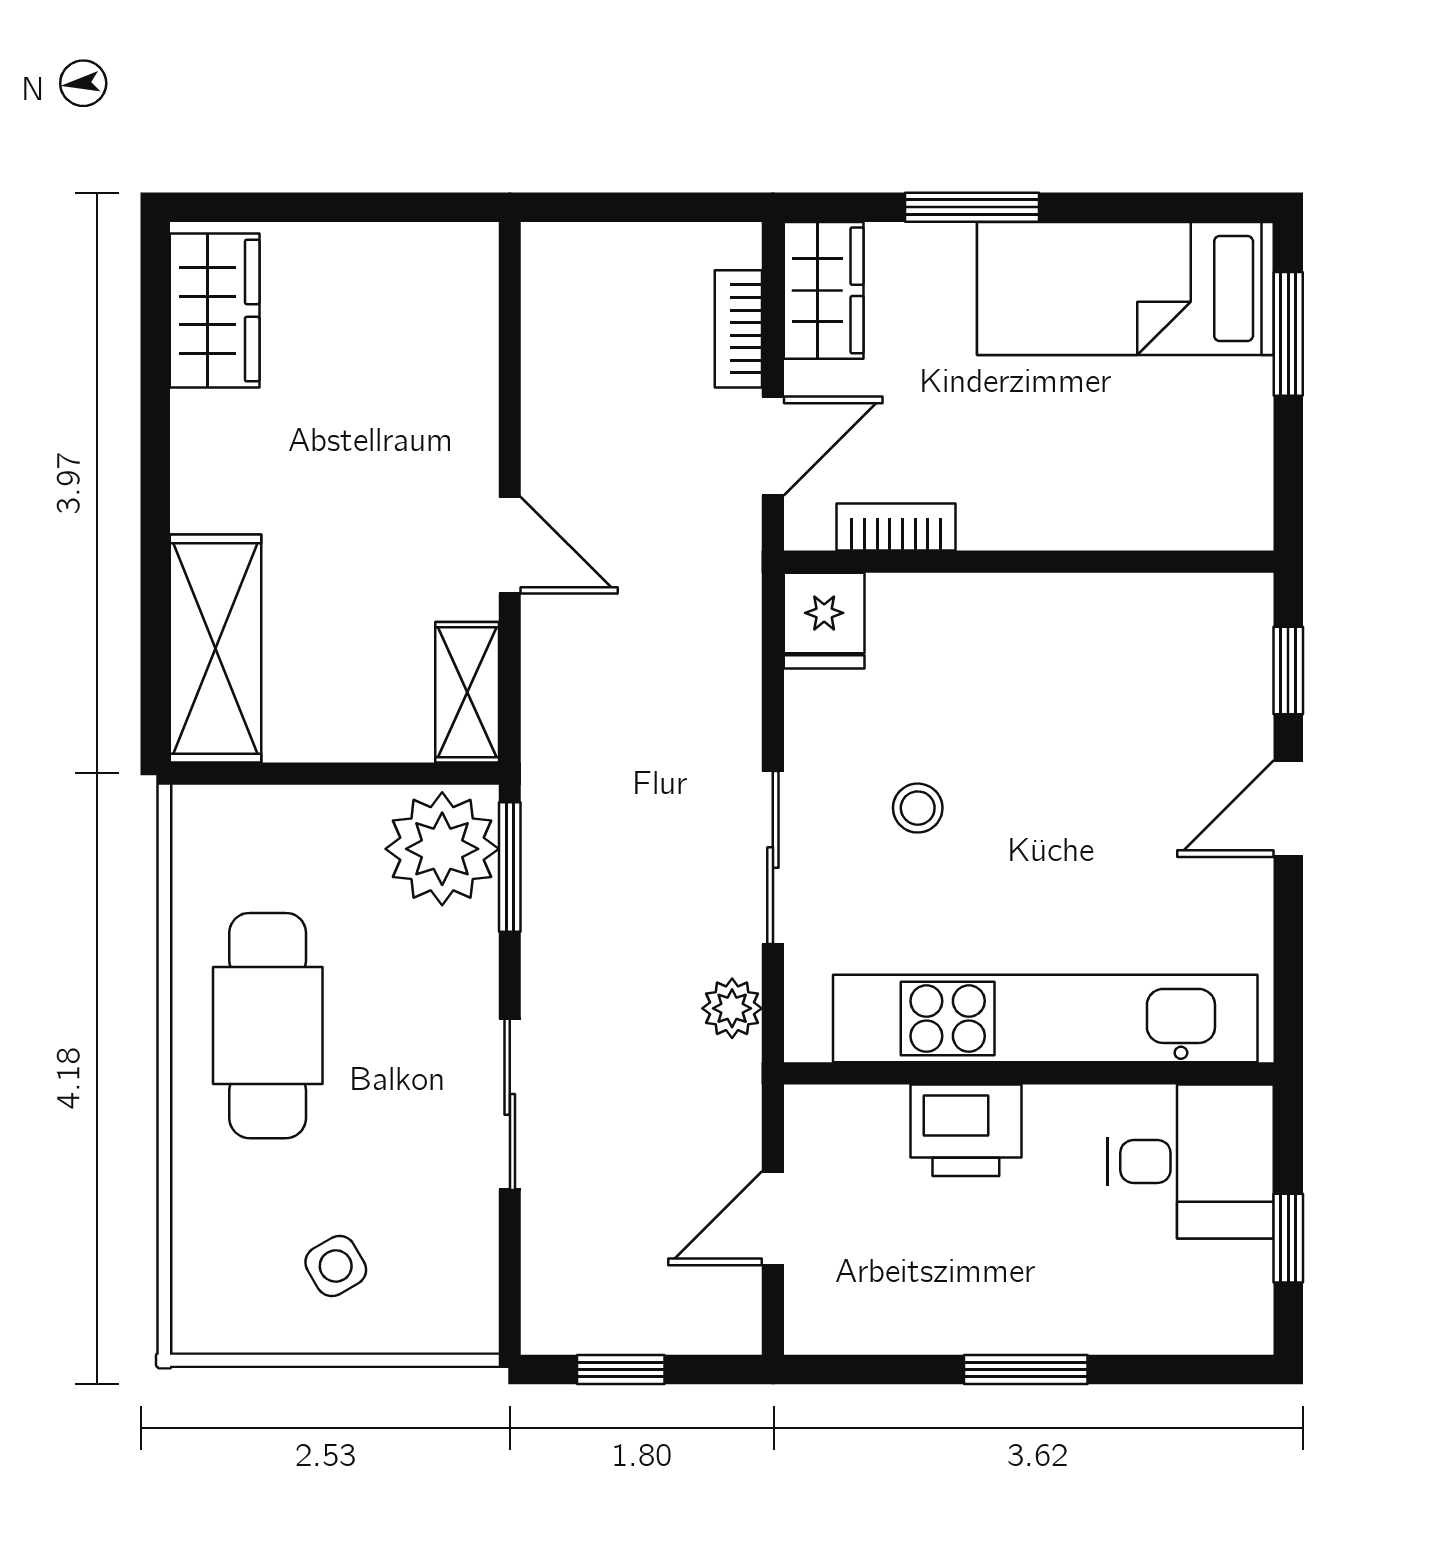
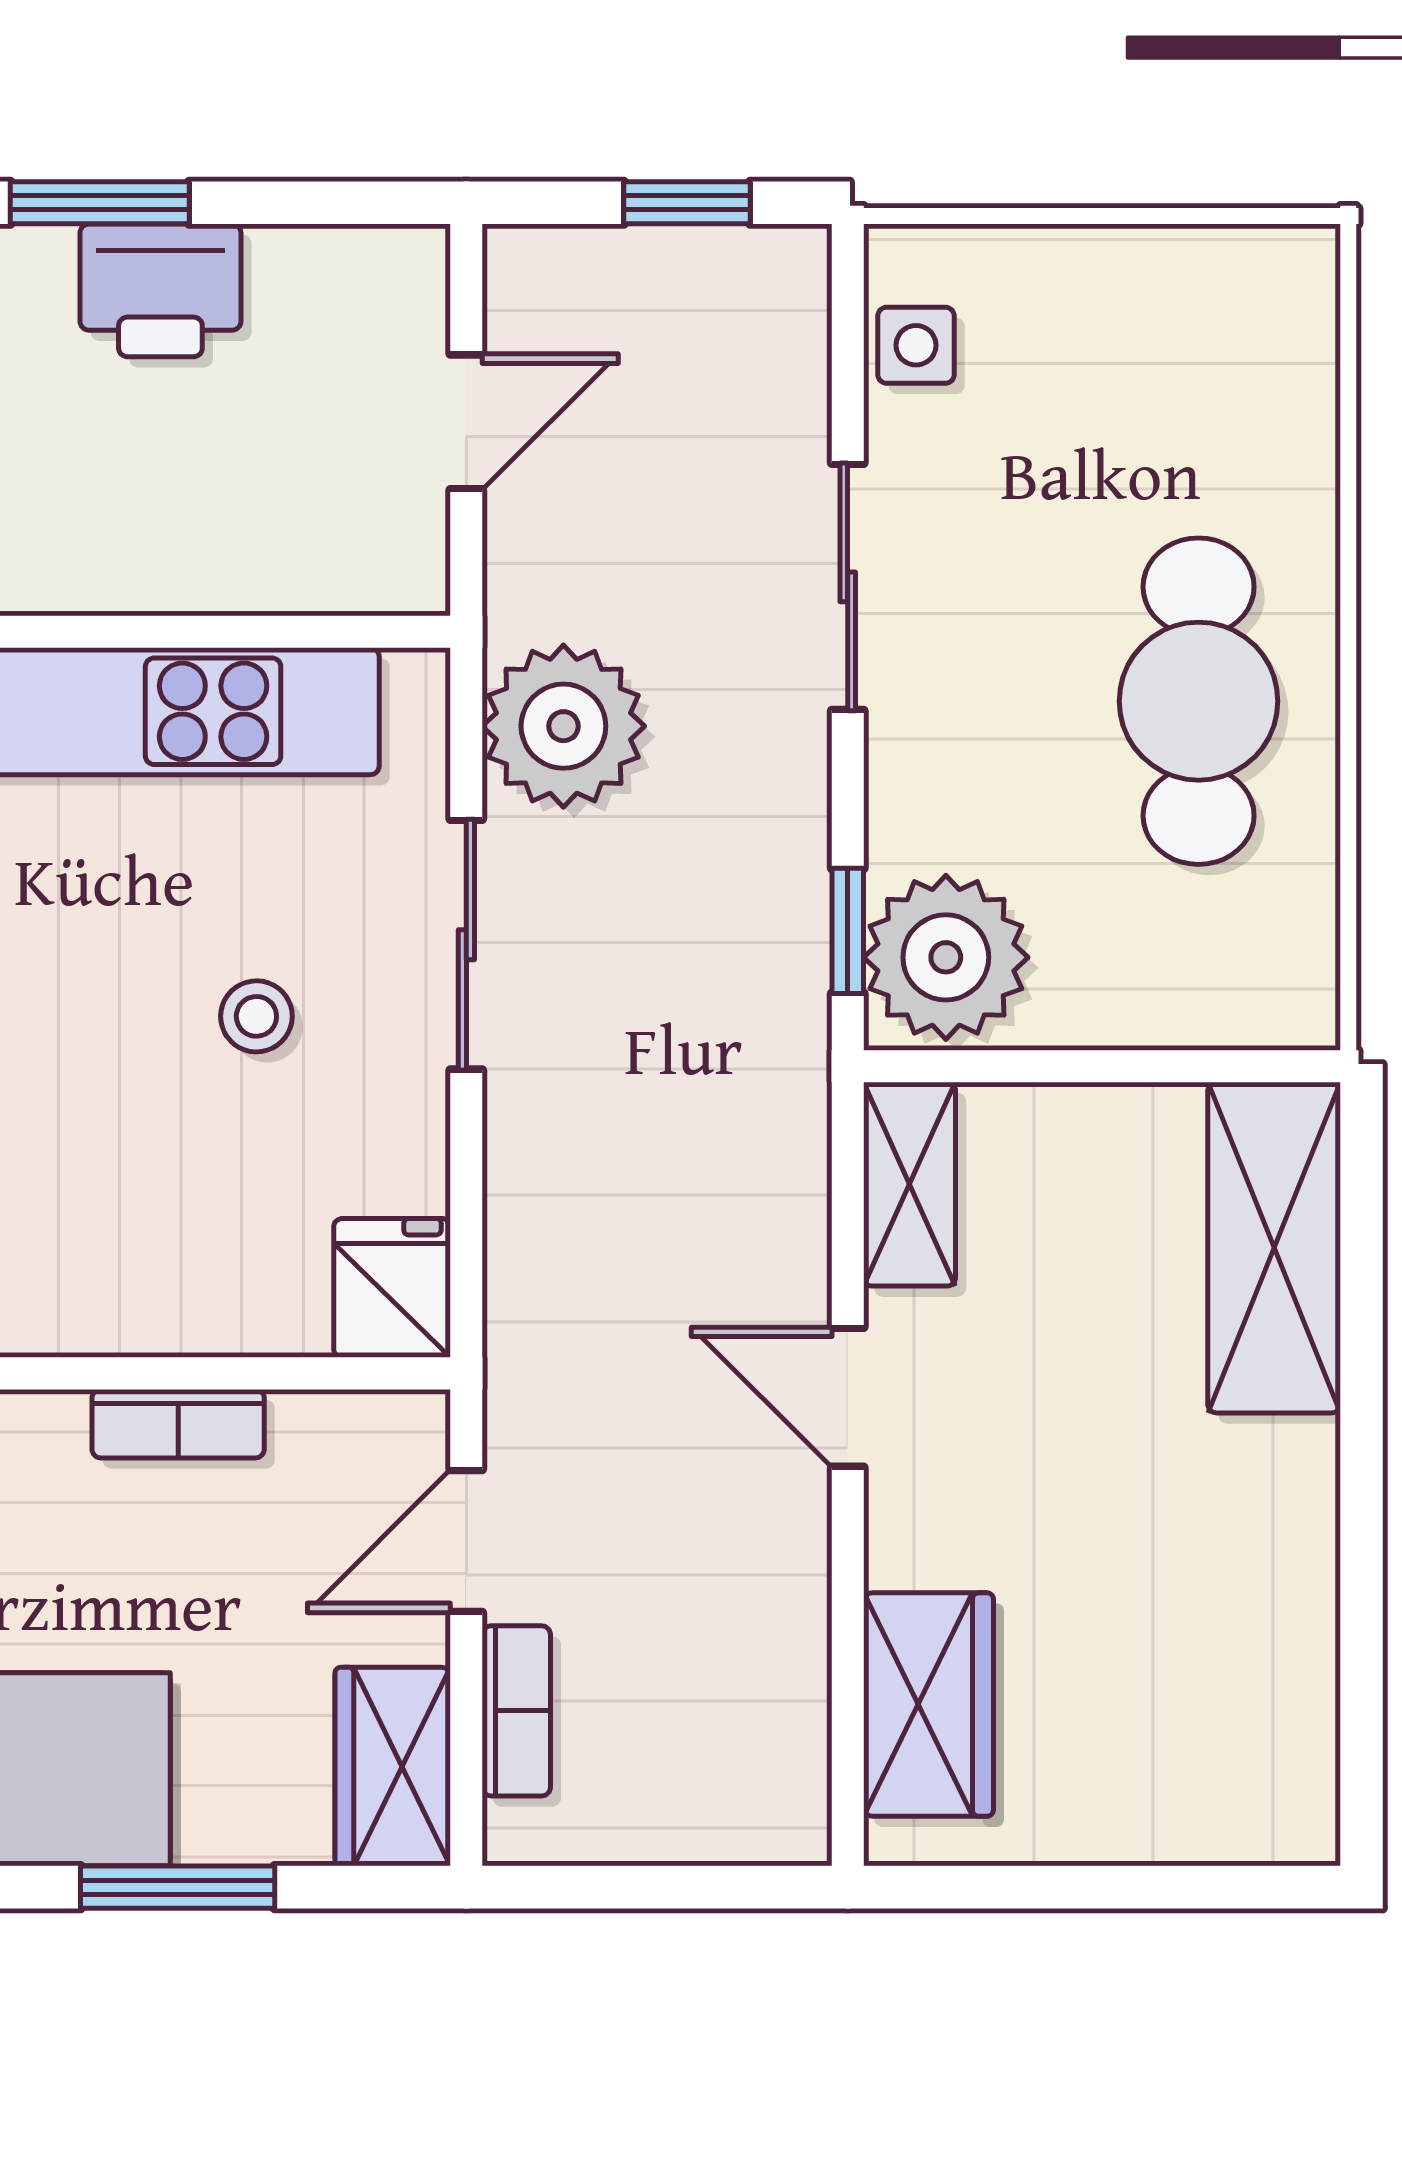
wardrobe: (215, 311) -> (928, 1705), moved, turned 180
bookcase: (896, 527) -> (178, 1424), moved
window: (510, 867) -> (848, 931), width x0.67
plant: (732, 1008) -> (563, 726), width x1.87, depth x1.87
printer: (966, 1130) -> (160, 290), moved, turned 180
side table: (336, 1266) -> (916, 345), moved, turned 30

